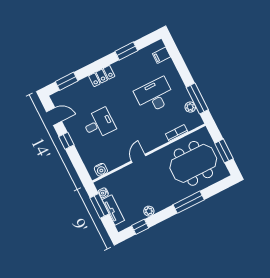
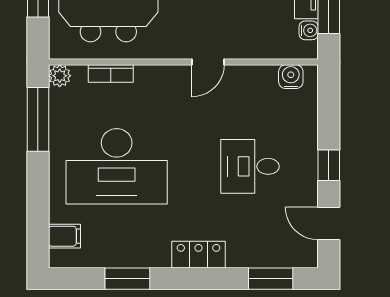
desk: (155, 96) -> (117, 166), width x1.36, depth x1.30
plant: (190, 107) -> (60, 76), moved

